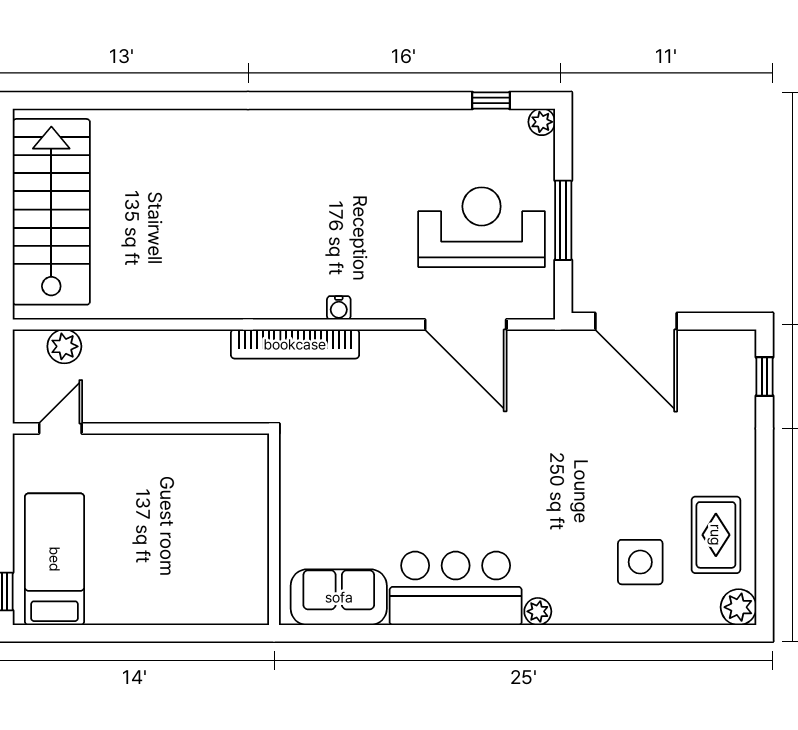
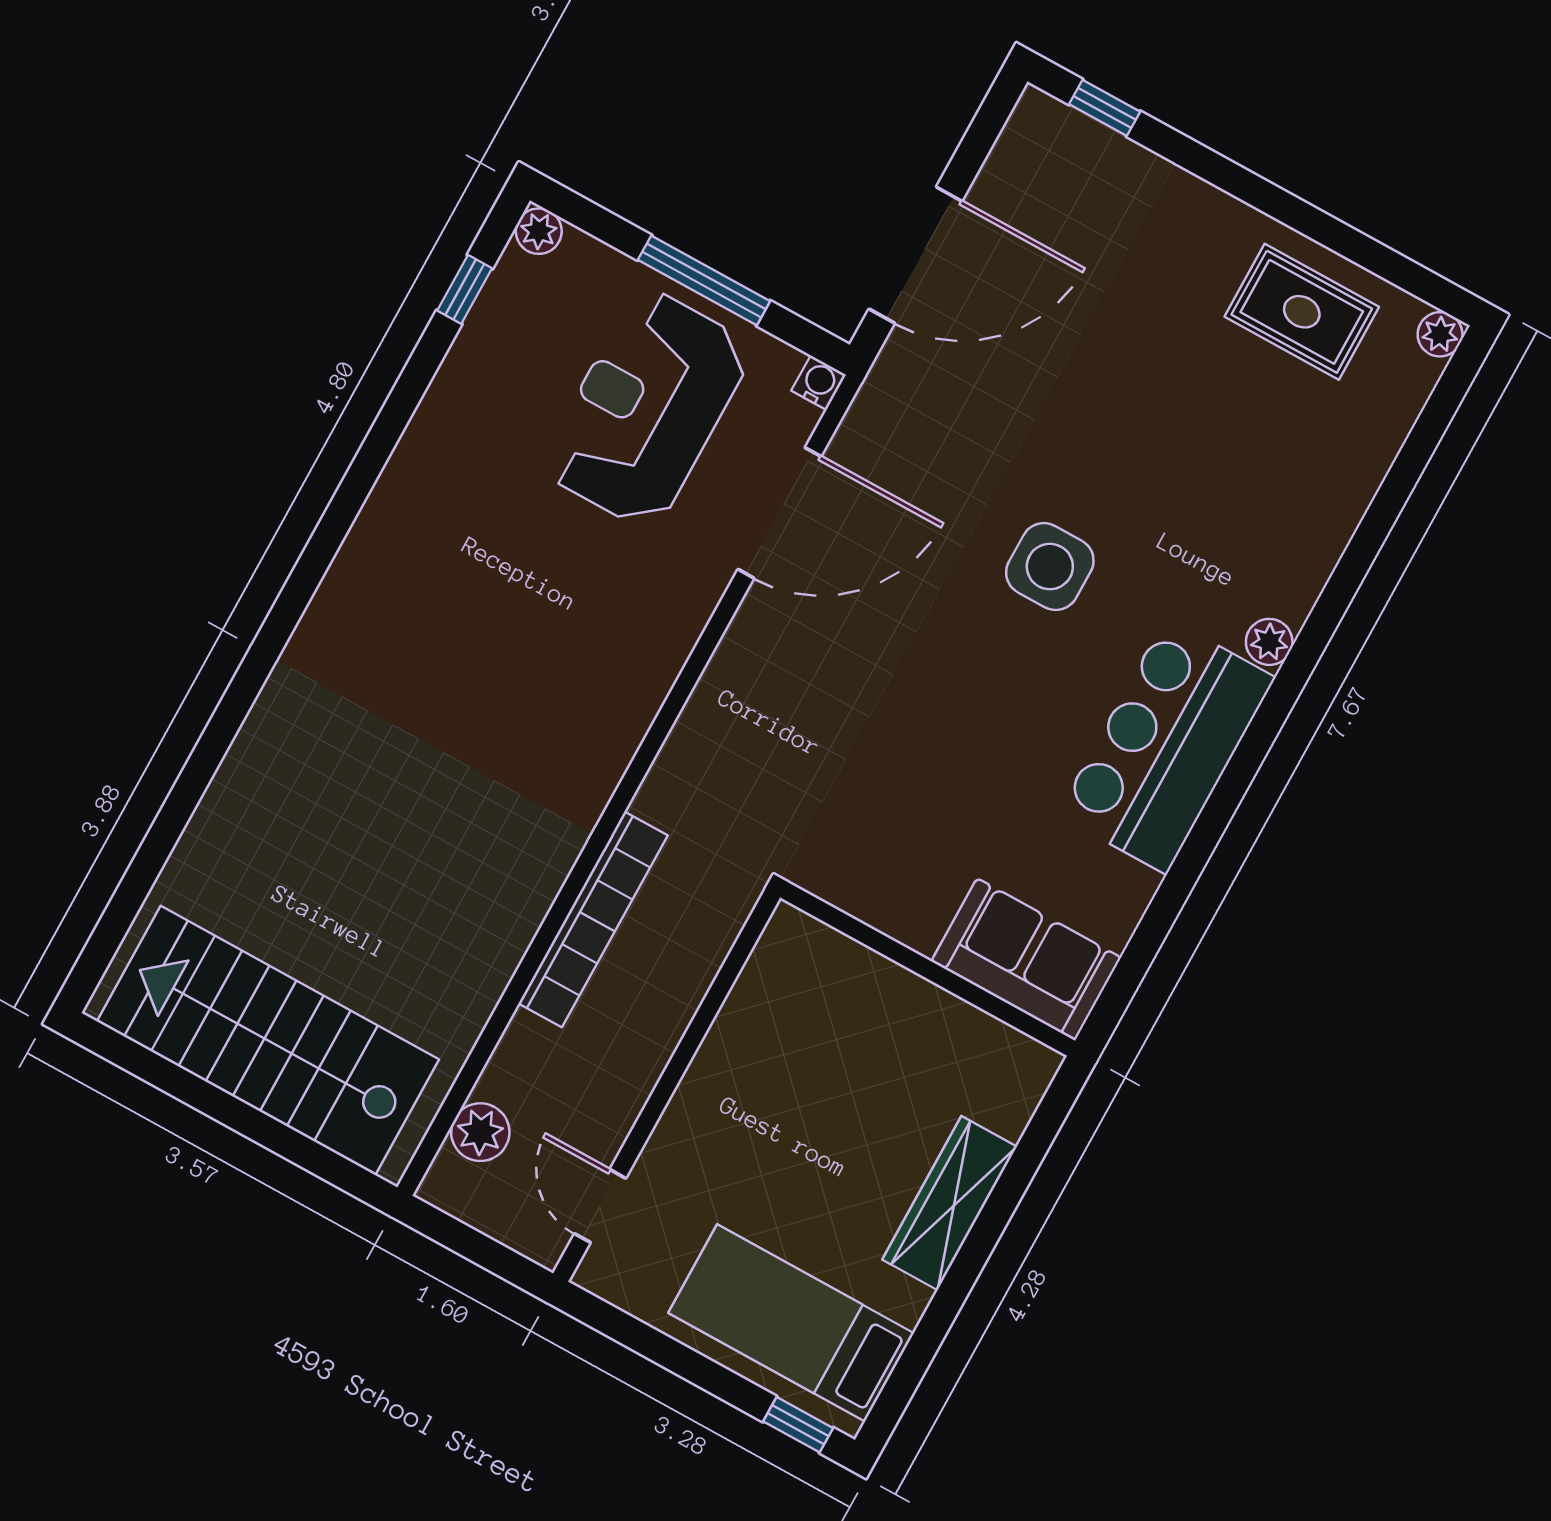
water cooler: (339, 308) -> (819, 383), moved, turned -90
bookcase: (295, 344) -> (593, 919), moved
side table: (640, 562) -> (1050, 567), moved
sofa: (339, 597) -> (1026, 959), moved, turned 90
wardrobe: (161, 606) -> (950, 1203), added
plant: (739, 607) -> (1440, 334), width x0.73, depth x0.73

